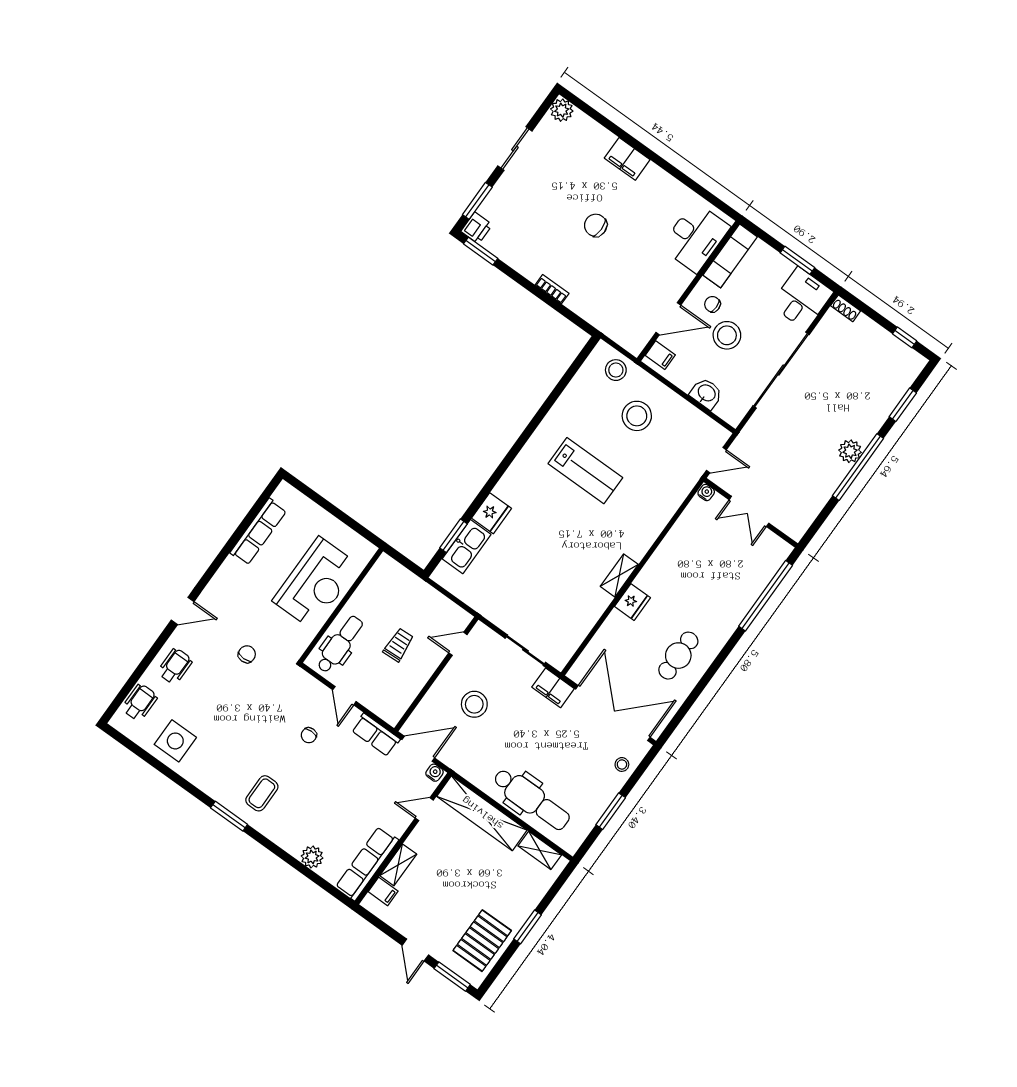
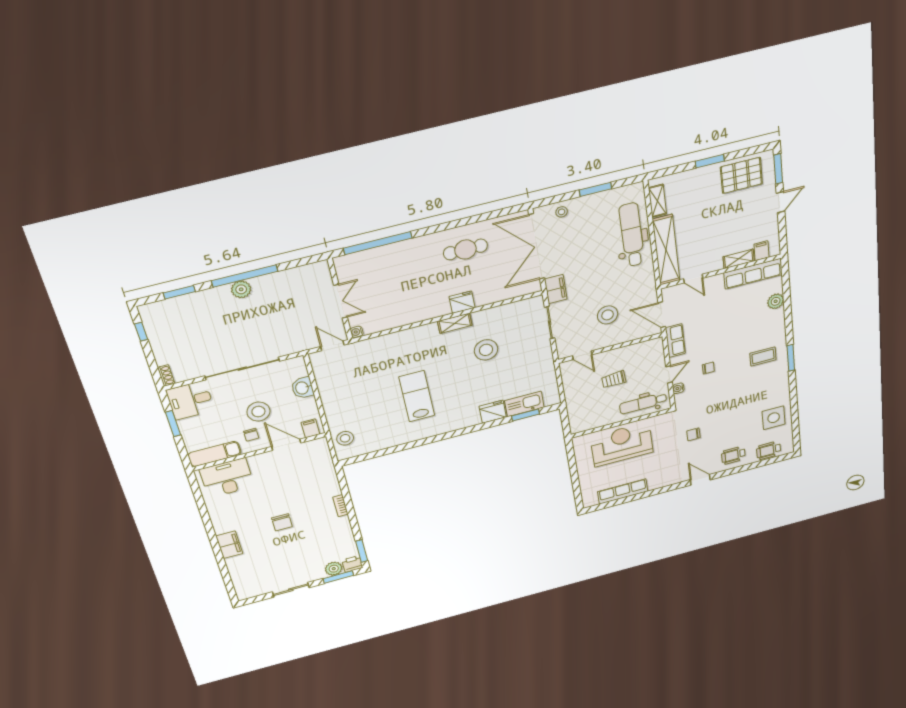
plant: (562, 110) -> (334, 569), moved
stool: (637, 416) -> (486, 350), moved
water cooler: (435, 773) -> (678, 388), moved

